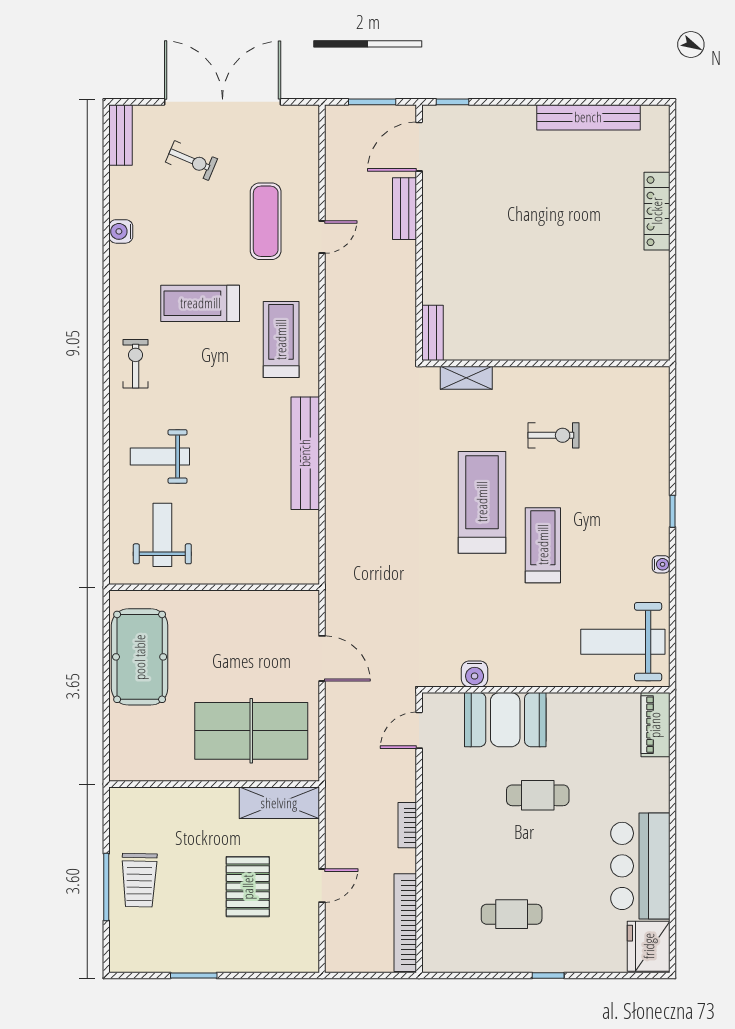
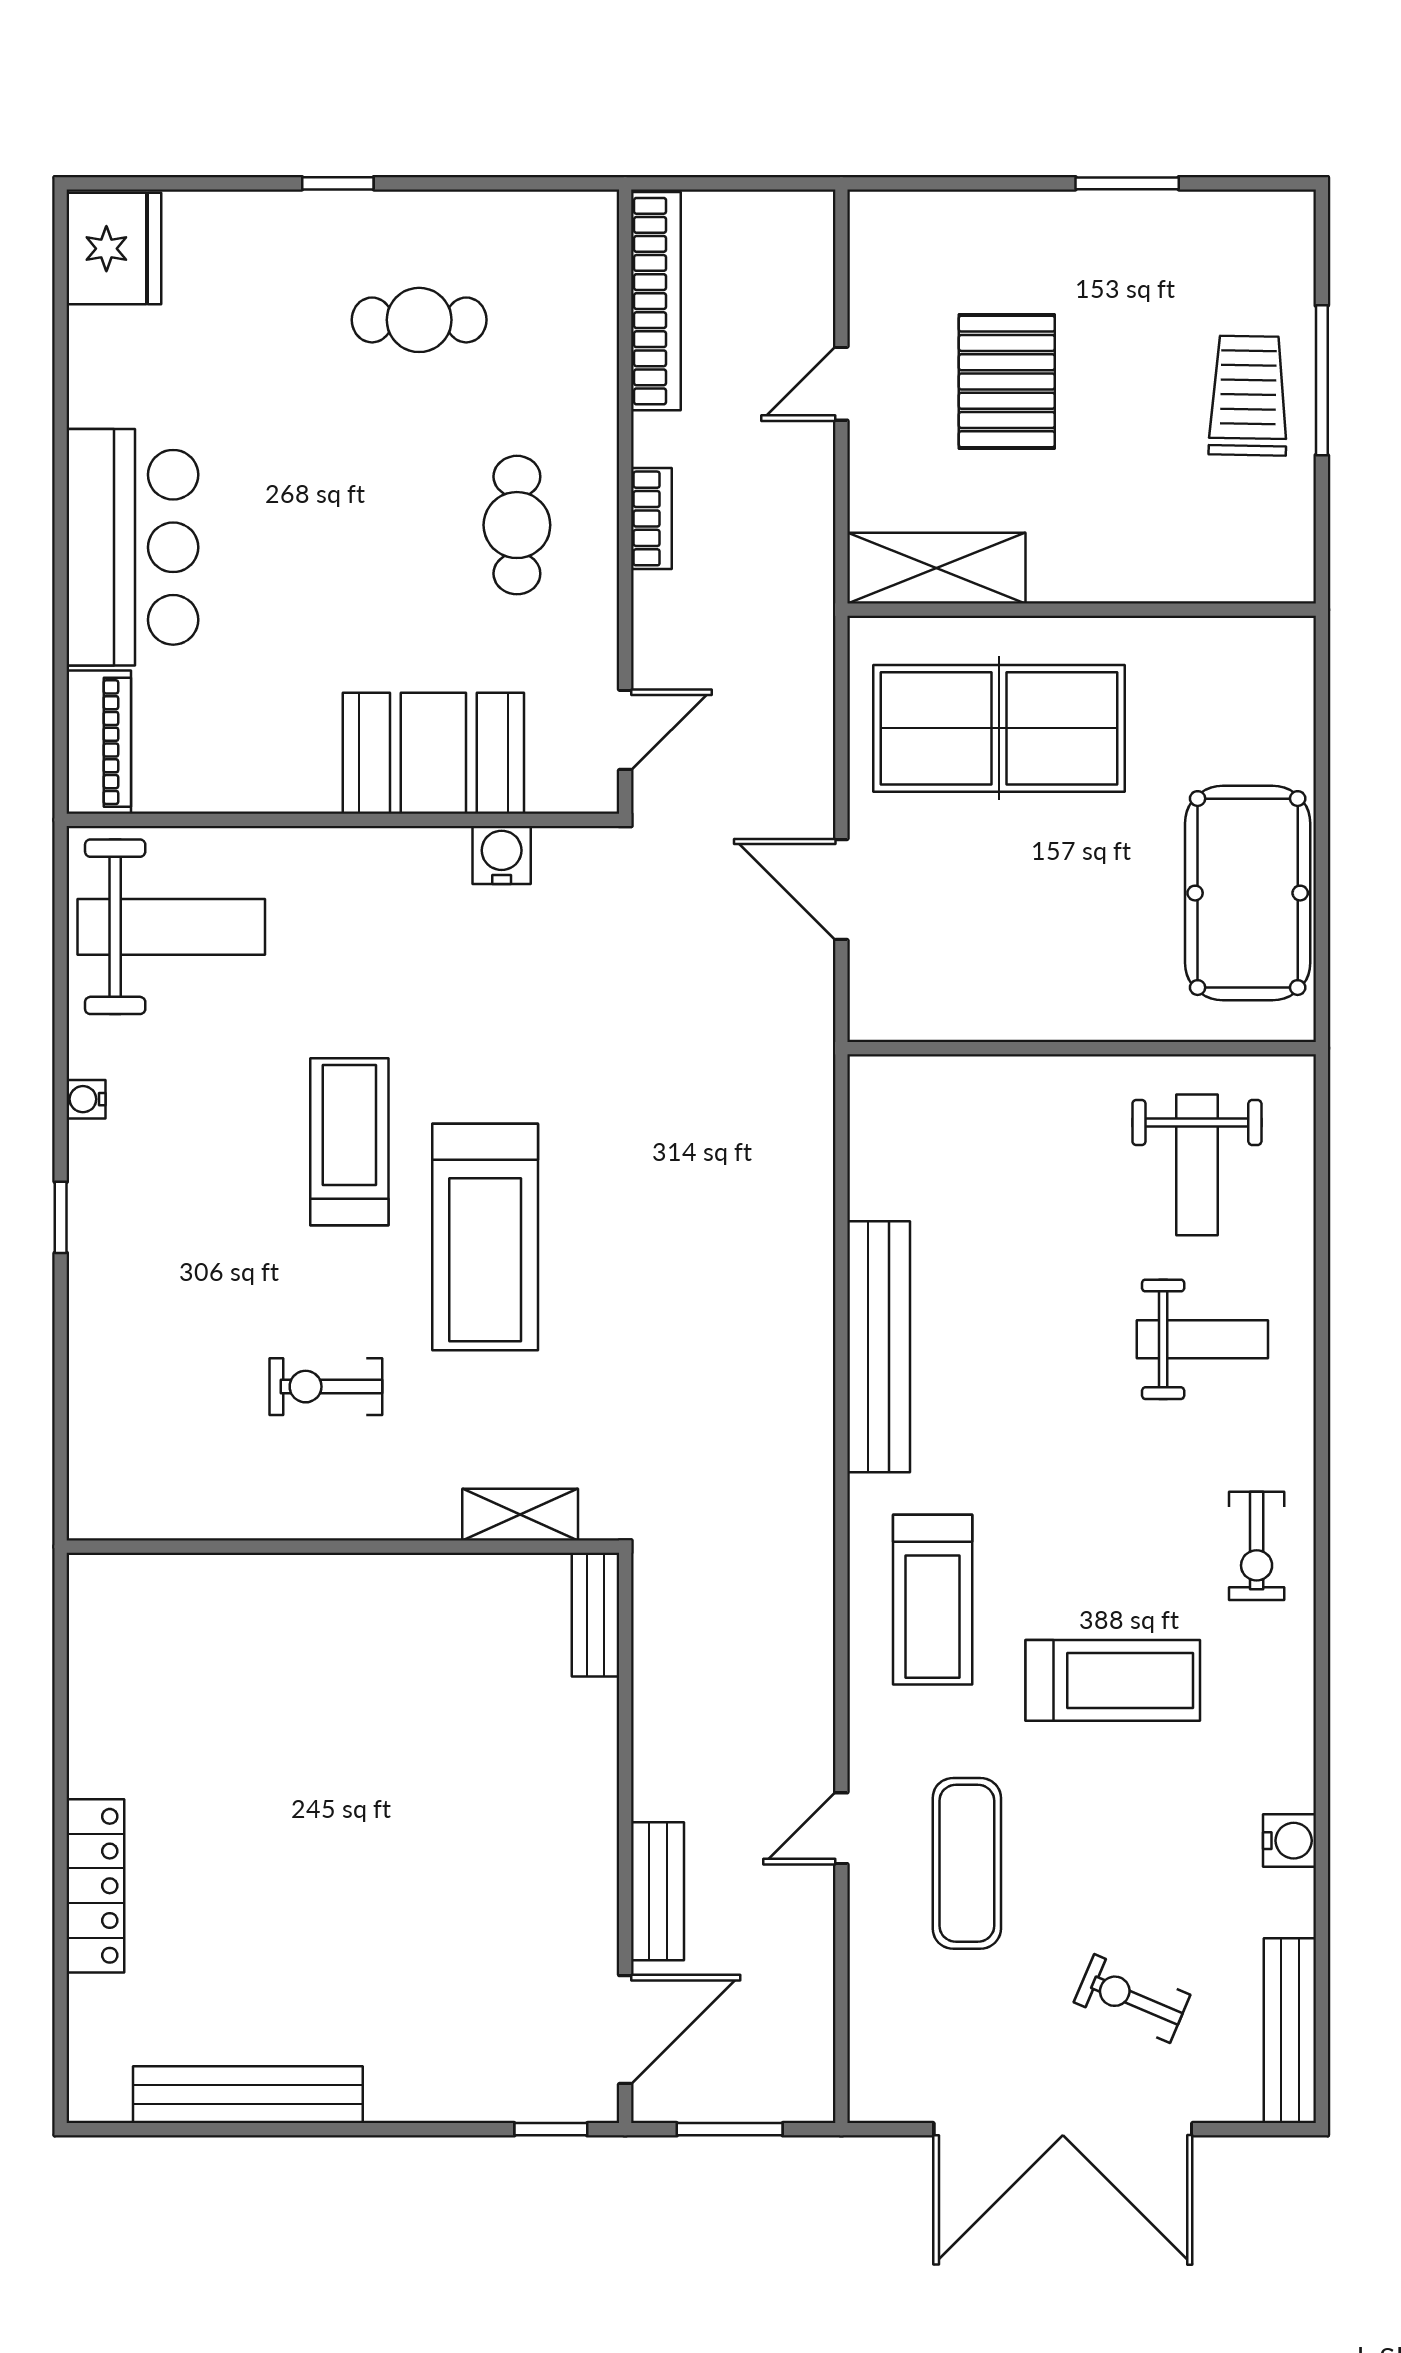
bench: (121, 135) -> (1290, 2031), width x1.36
treadmill: (543, 545) -> (349, 1142), turned 180
cafe table: (538, 795) -> (517, 525), moved, turned 90
bar counter: (640, 866) -> (132, 547), moved

